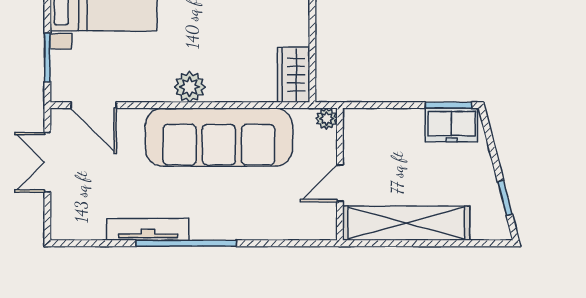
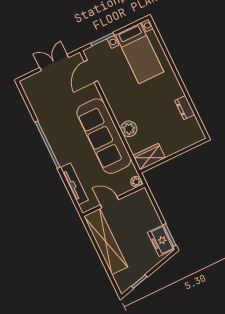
plant: (190, 87) -> (129, 129), moved
tv unit: (148, 229) -> (74, 184), moved

